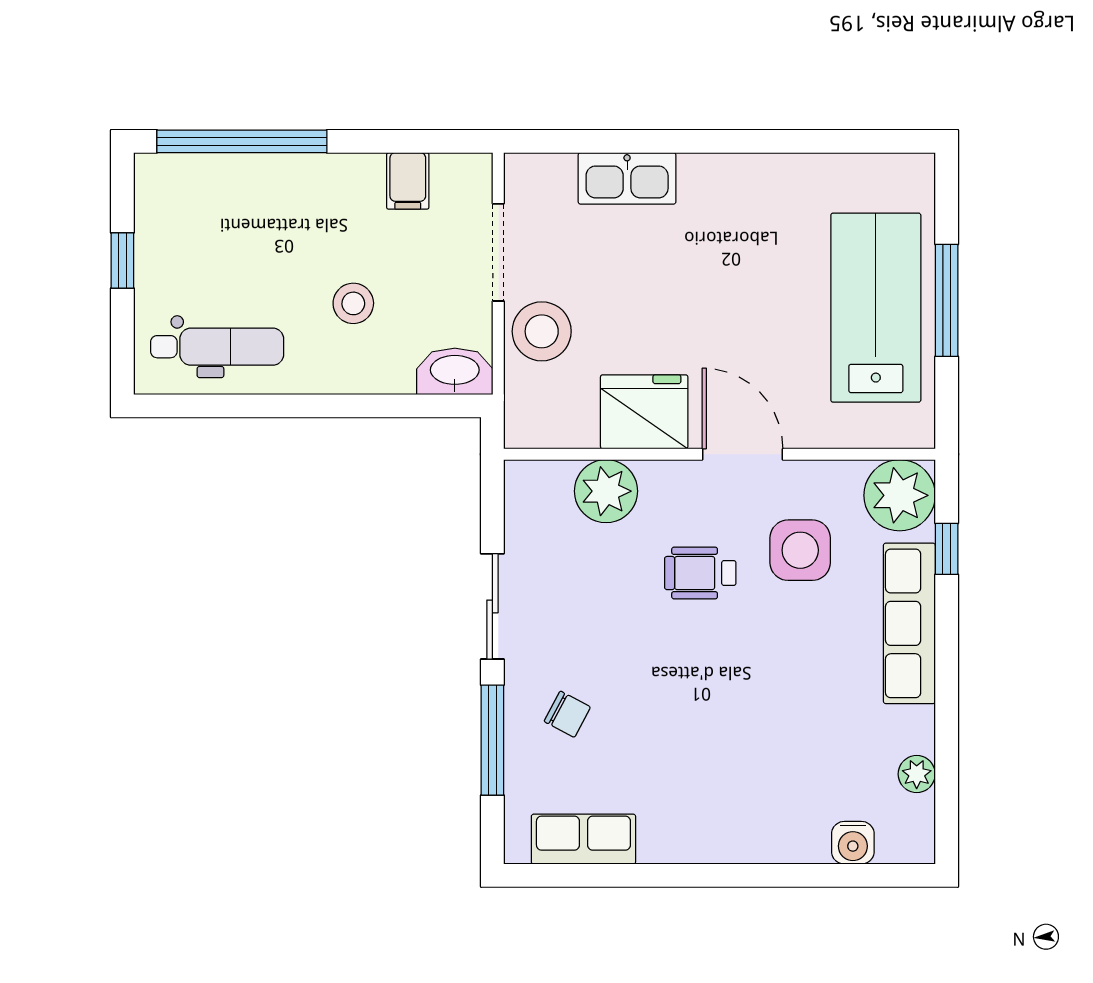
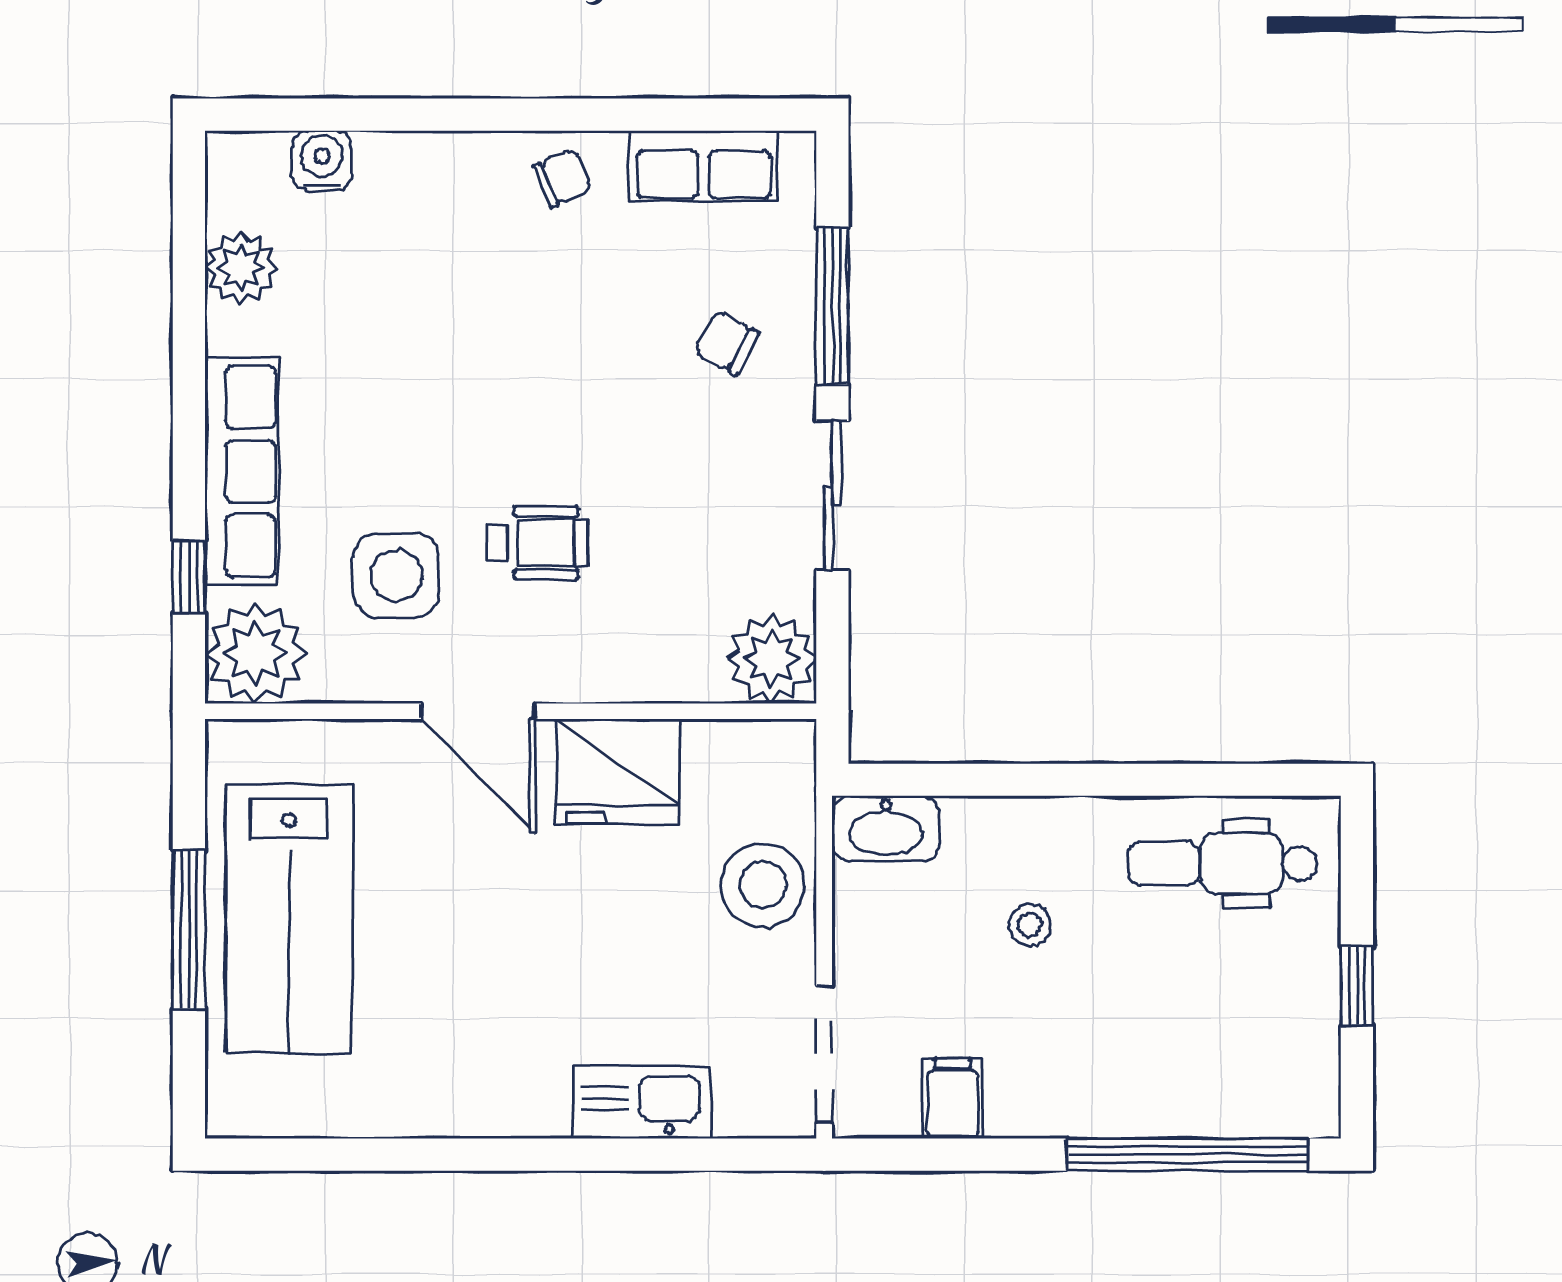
doorway: (498, 252) -> (824, 1054), moved
stool: (353, 303) -> (1030, 925), width x0.73, depth x0.73
plant: (606, 491) -> (772, 659), moved
plant: (917, 774) -> (241, 268), width x1.38, depth x1.38
chair: (683, 831) -> (562, 178), added

